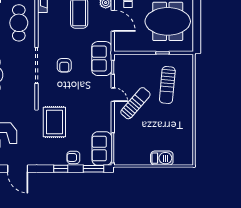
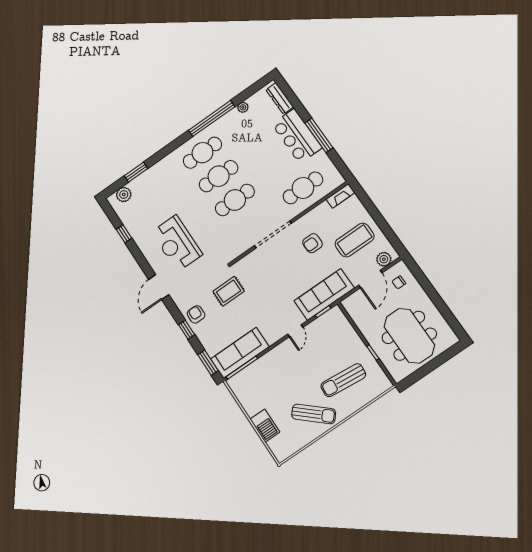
sofa: (102, 59) -> (324, 294), width x1.36
armchair: (64, 65) -> (313, 243), moved
sun lounger: (135, 103) -> (314, 414), moved
rug: (54, 122) -> (229, 291), width x0.73, depth x0.70
sofa: (102, 149) -> (240, 353), width x1.36
armchair: (73, 157) -> (196, 314), moved

